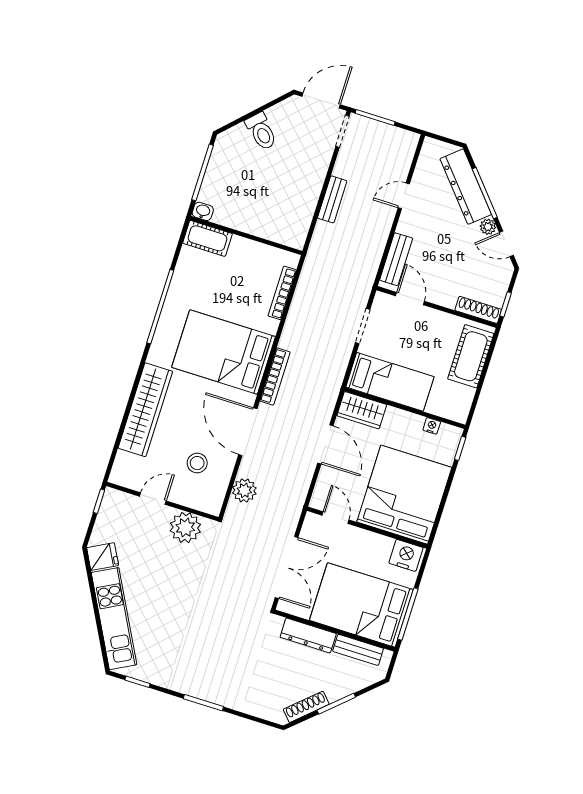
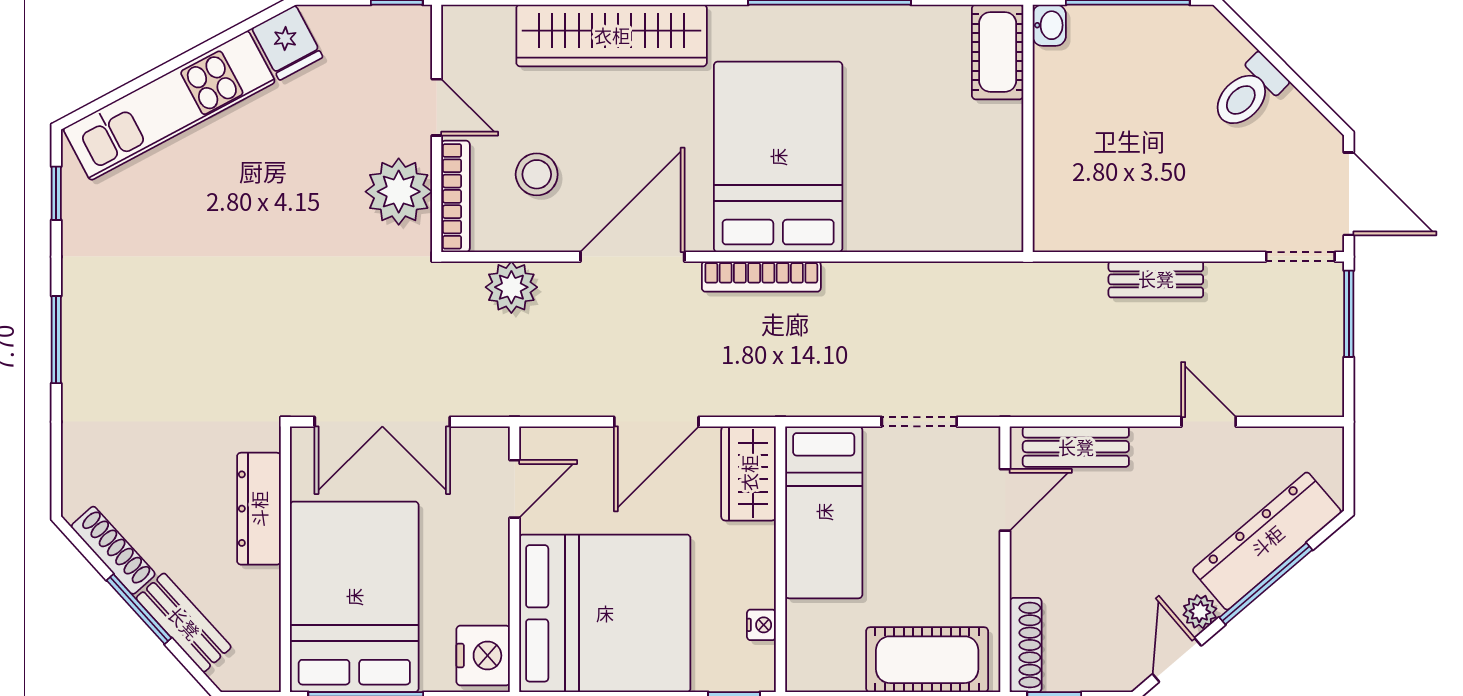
bookcase: (282, 293) -> (456, 196), moved, turned 90
bench: (358, 650) -> (184, 623), moved, turned -42

